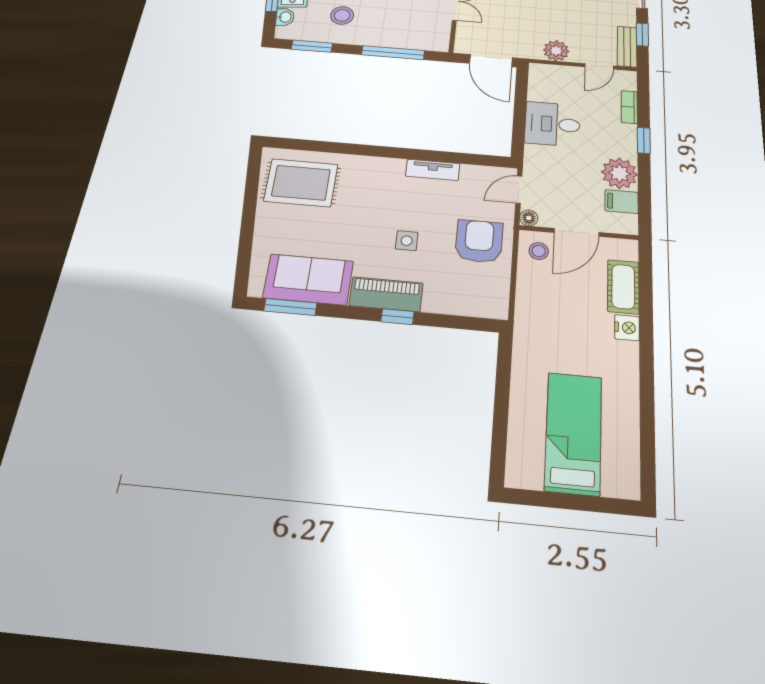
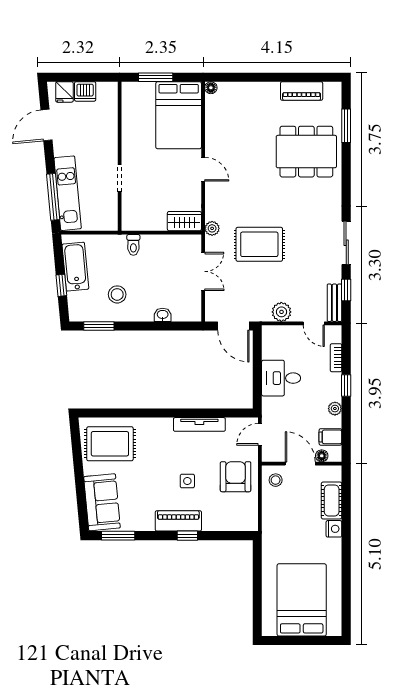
washbasin: (285, 17) -> (163, 315), moved, turned -85
window: (393, 53) -> (160, 326), removed
door: (599, 66) -> (314, 323), hinge flipped
tv unit: (433, 170) -> (199, 424), width x1.41
plant: (619, 173) -> (335, 409), width x0.53, depth x0.53
floor lamp: (529, 218) -> (322, 456), moved
door: (576, 232) -> (300, 464), swing flipped
sofa: (308, 279) -> (102, 502), moved, turned 85
bed: (574, 433) -> (302, 600), width x1.50

